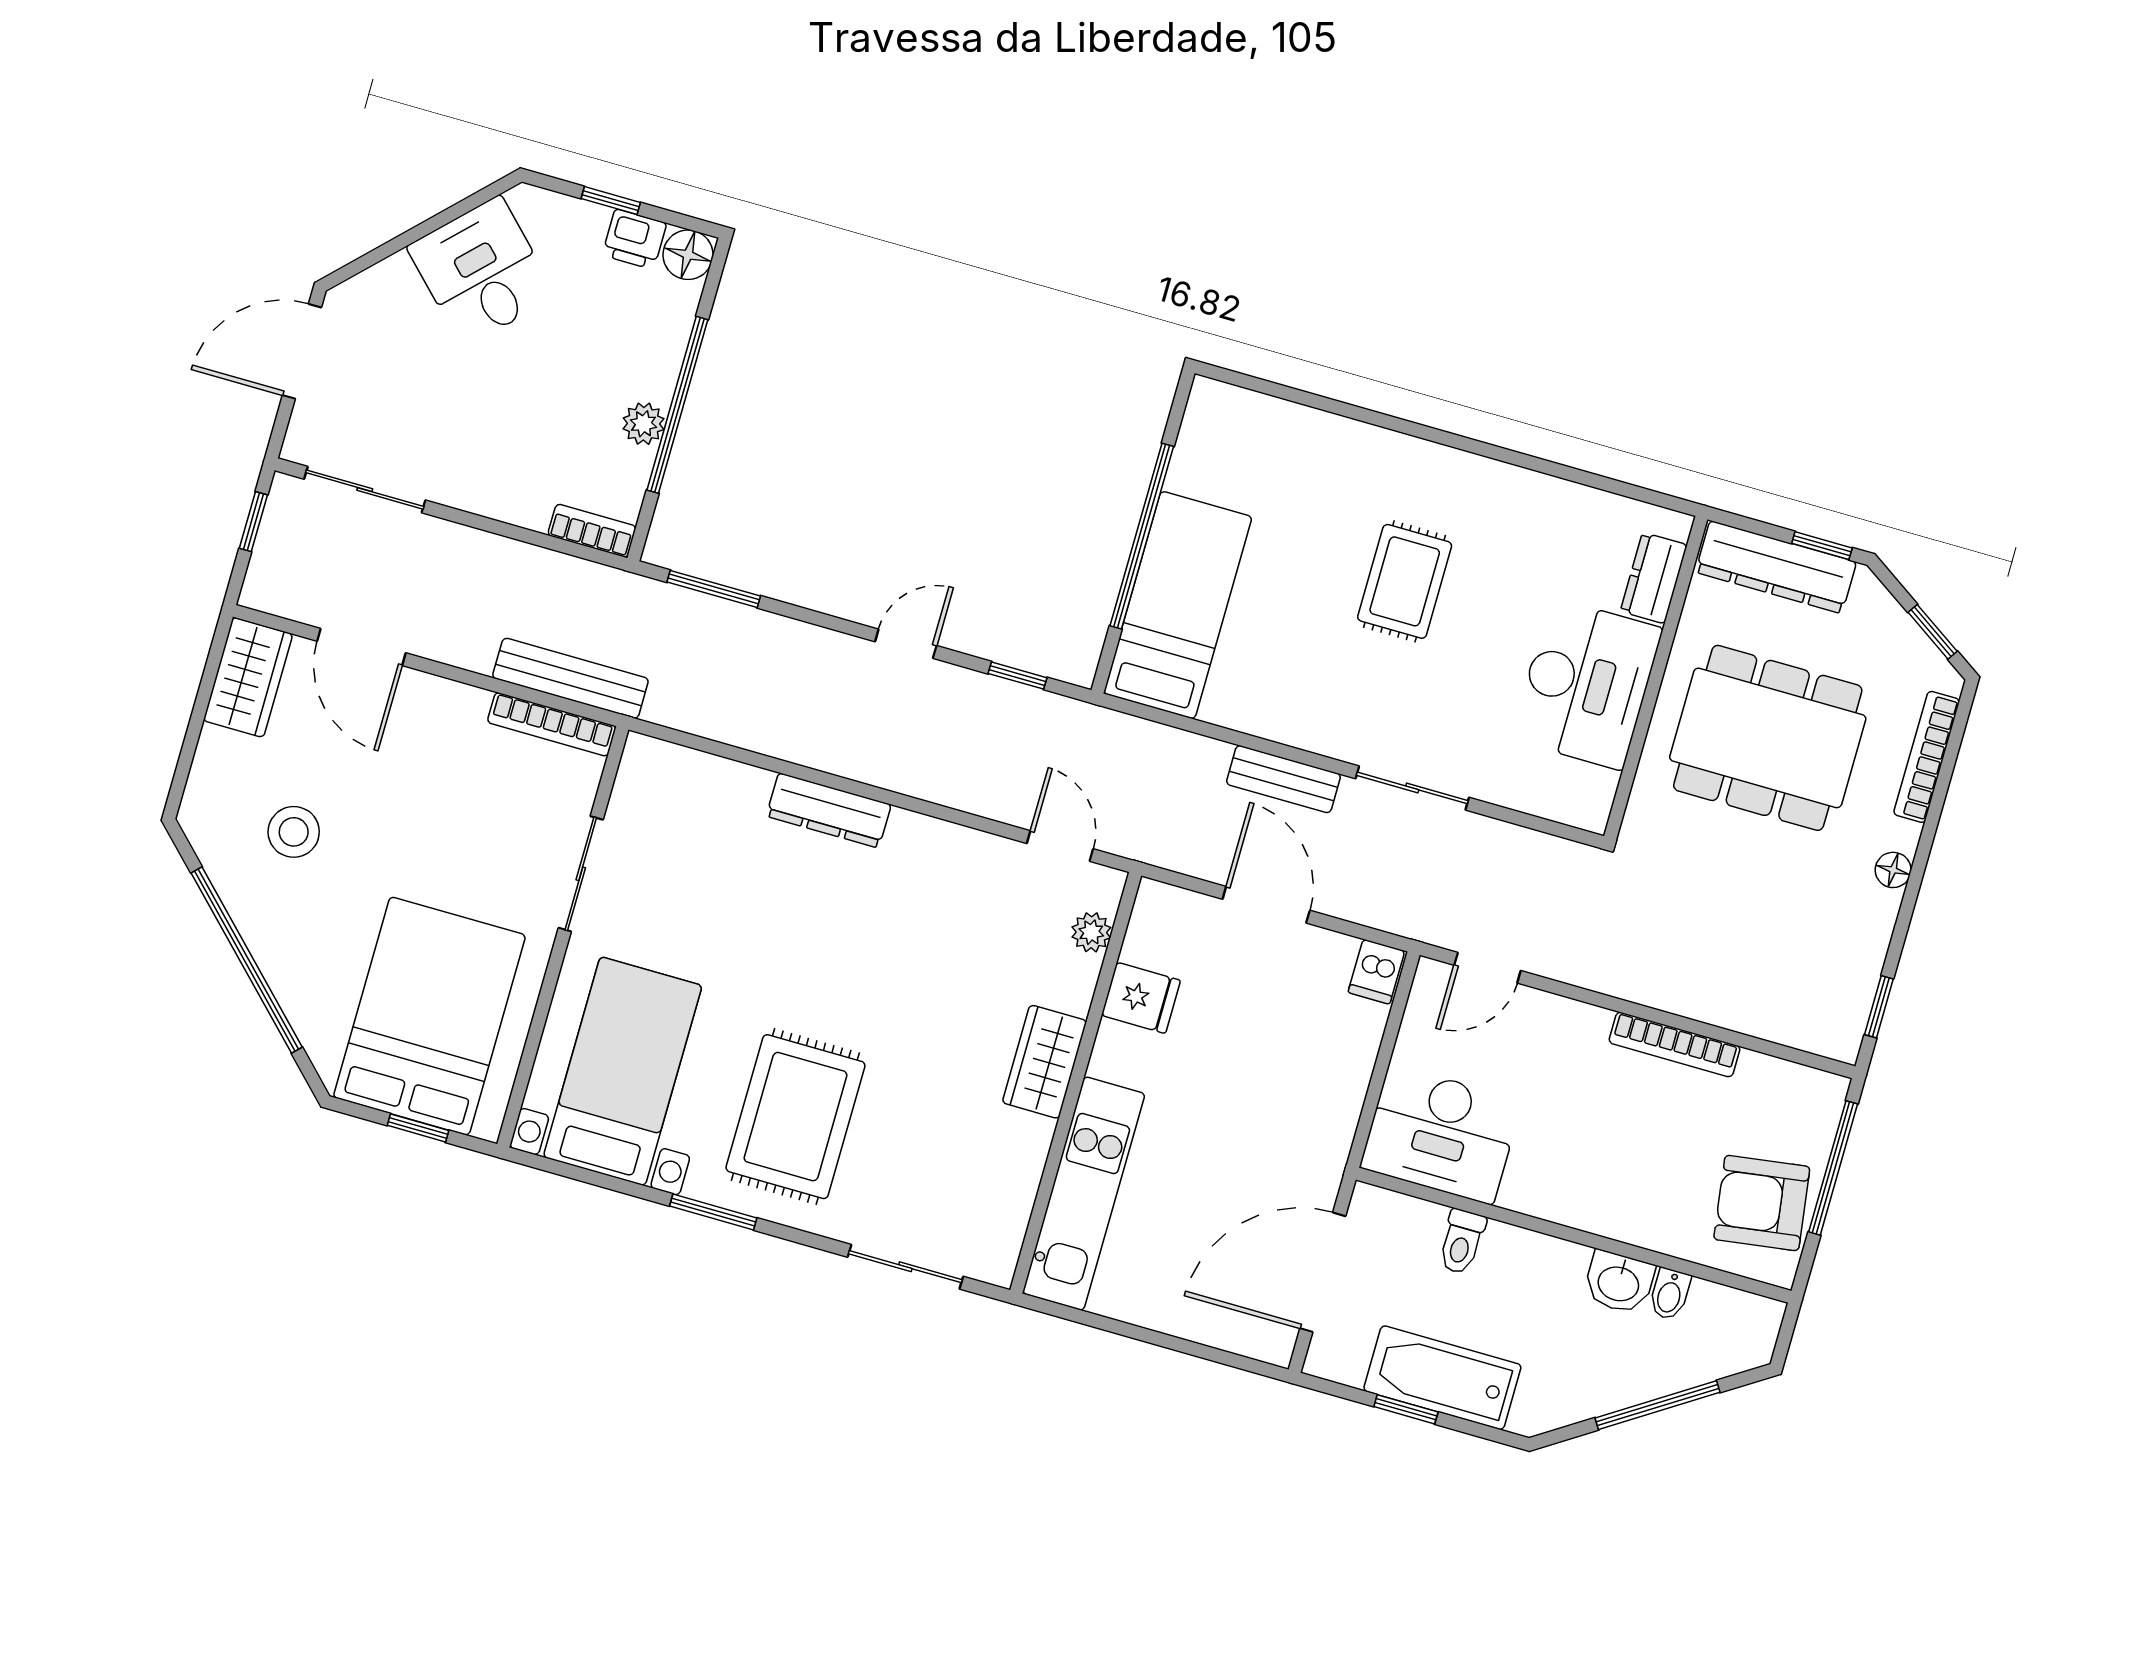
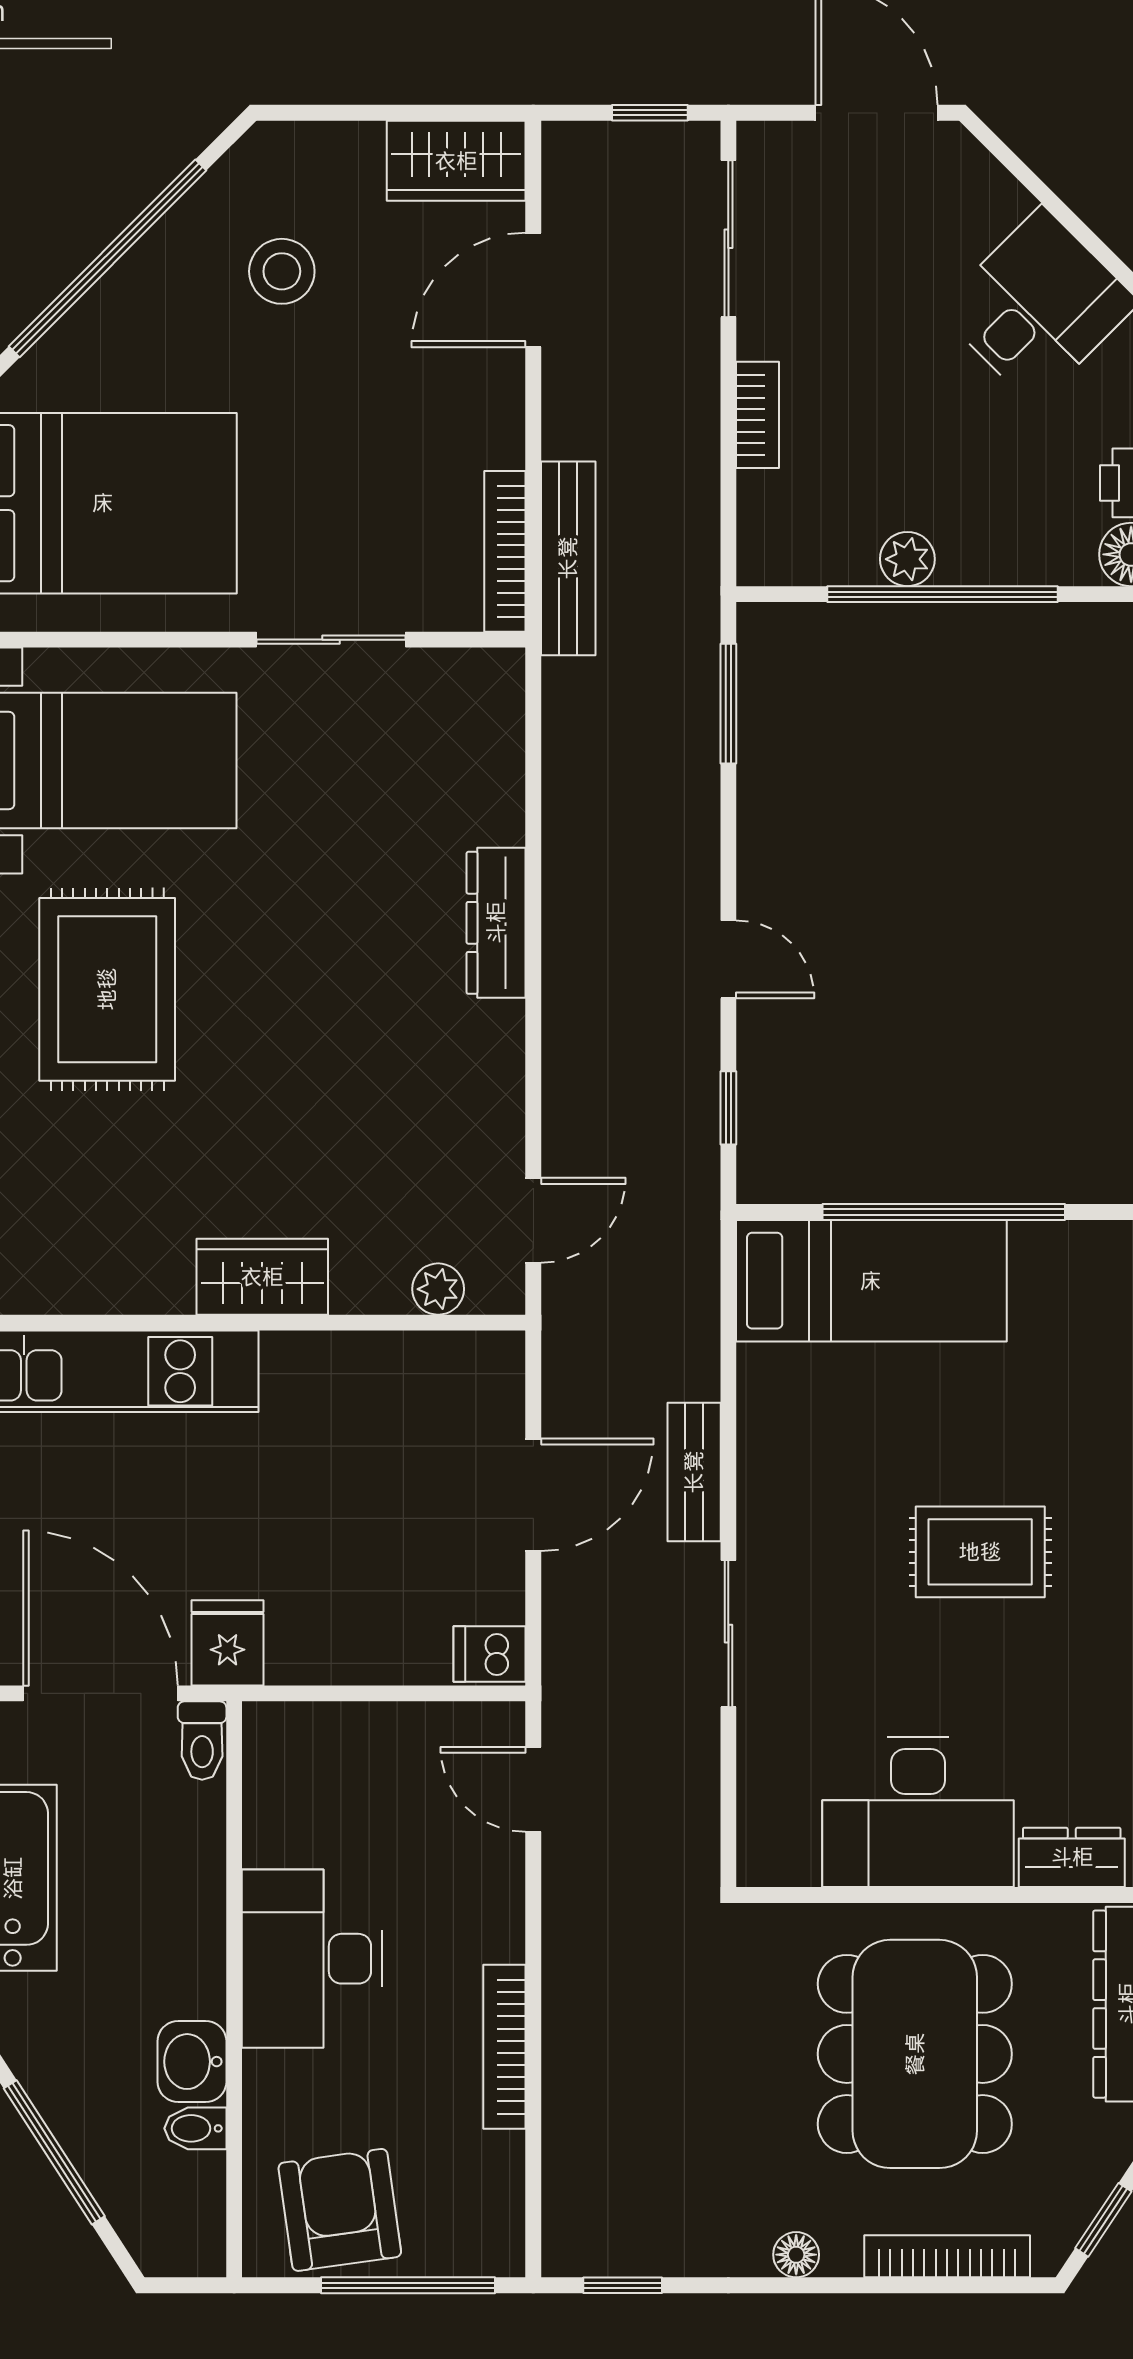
bookcase: (592, 531) -> (758, 415), moved
fridge: (1141, 998) -> (227, 1643), moved, turned 180
rug: (795, 1117) -> (107, 989), turned 90
desk: (1441, 1134) -> (312, 1959), moved
toilet: (1462, 1242) -> (202, 1741), moved, turned -90

